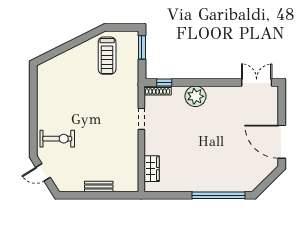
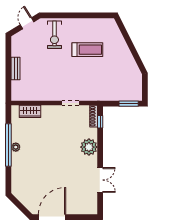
treadmill: (107, 56) -> (87, 50), moved, turned 180
double door: (257, 82) -> (100, 180), moved
plant: (196, 186) -> (16, 147), added
window: (219, 195) -> (8, 145), moved

